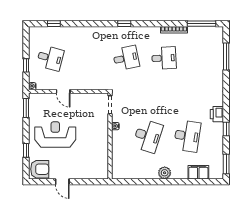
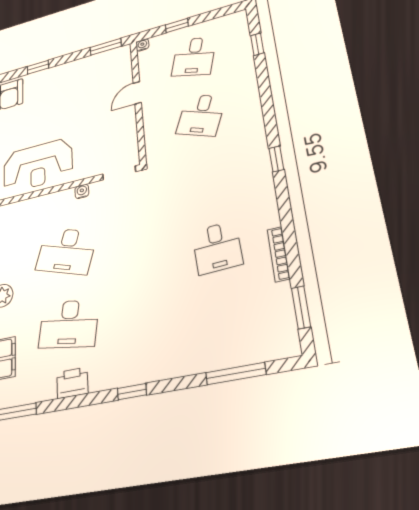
window: (201, 24) -> (301, 307), width x0.69
desk: (126, 58) -> (201, 115), moved, turned 33
printer: (217, 114) -> (72, 383), moved
window: (226, 129) -> (132, 392), moved
reception desk: (55, 134) -> (38, 165), moved, turned 90

